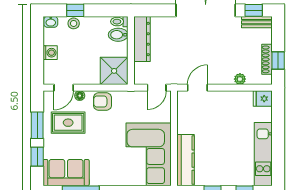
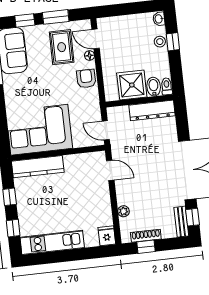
washing machine: (50, 53) -> (128, 22), removed
shower: (114, 71) -> (132, 85), moved

